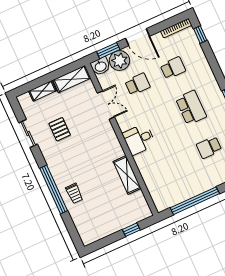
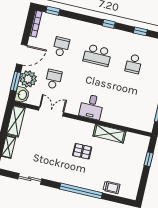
school desk: (191, 108) -> (97, 55), turned 180
pallet: (60, 129) -> (82, 151), moved
trolley: (74, 193) -> (112, 187), moved

